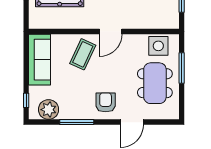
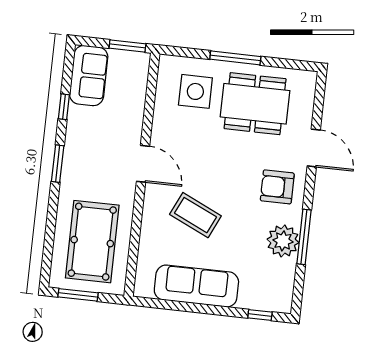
wall: (104, 32) -> (142, 175), moved
door: (111, 32) -> (143, 164), moved
plant: (49, 110) -> (283, 241), moved

